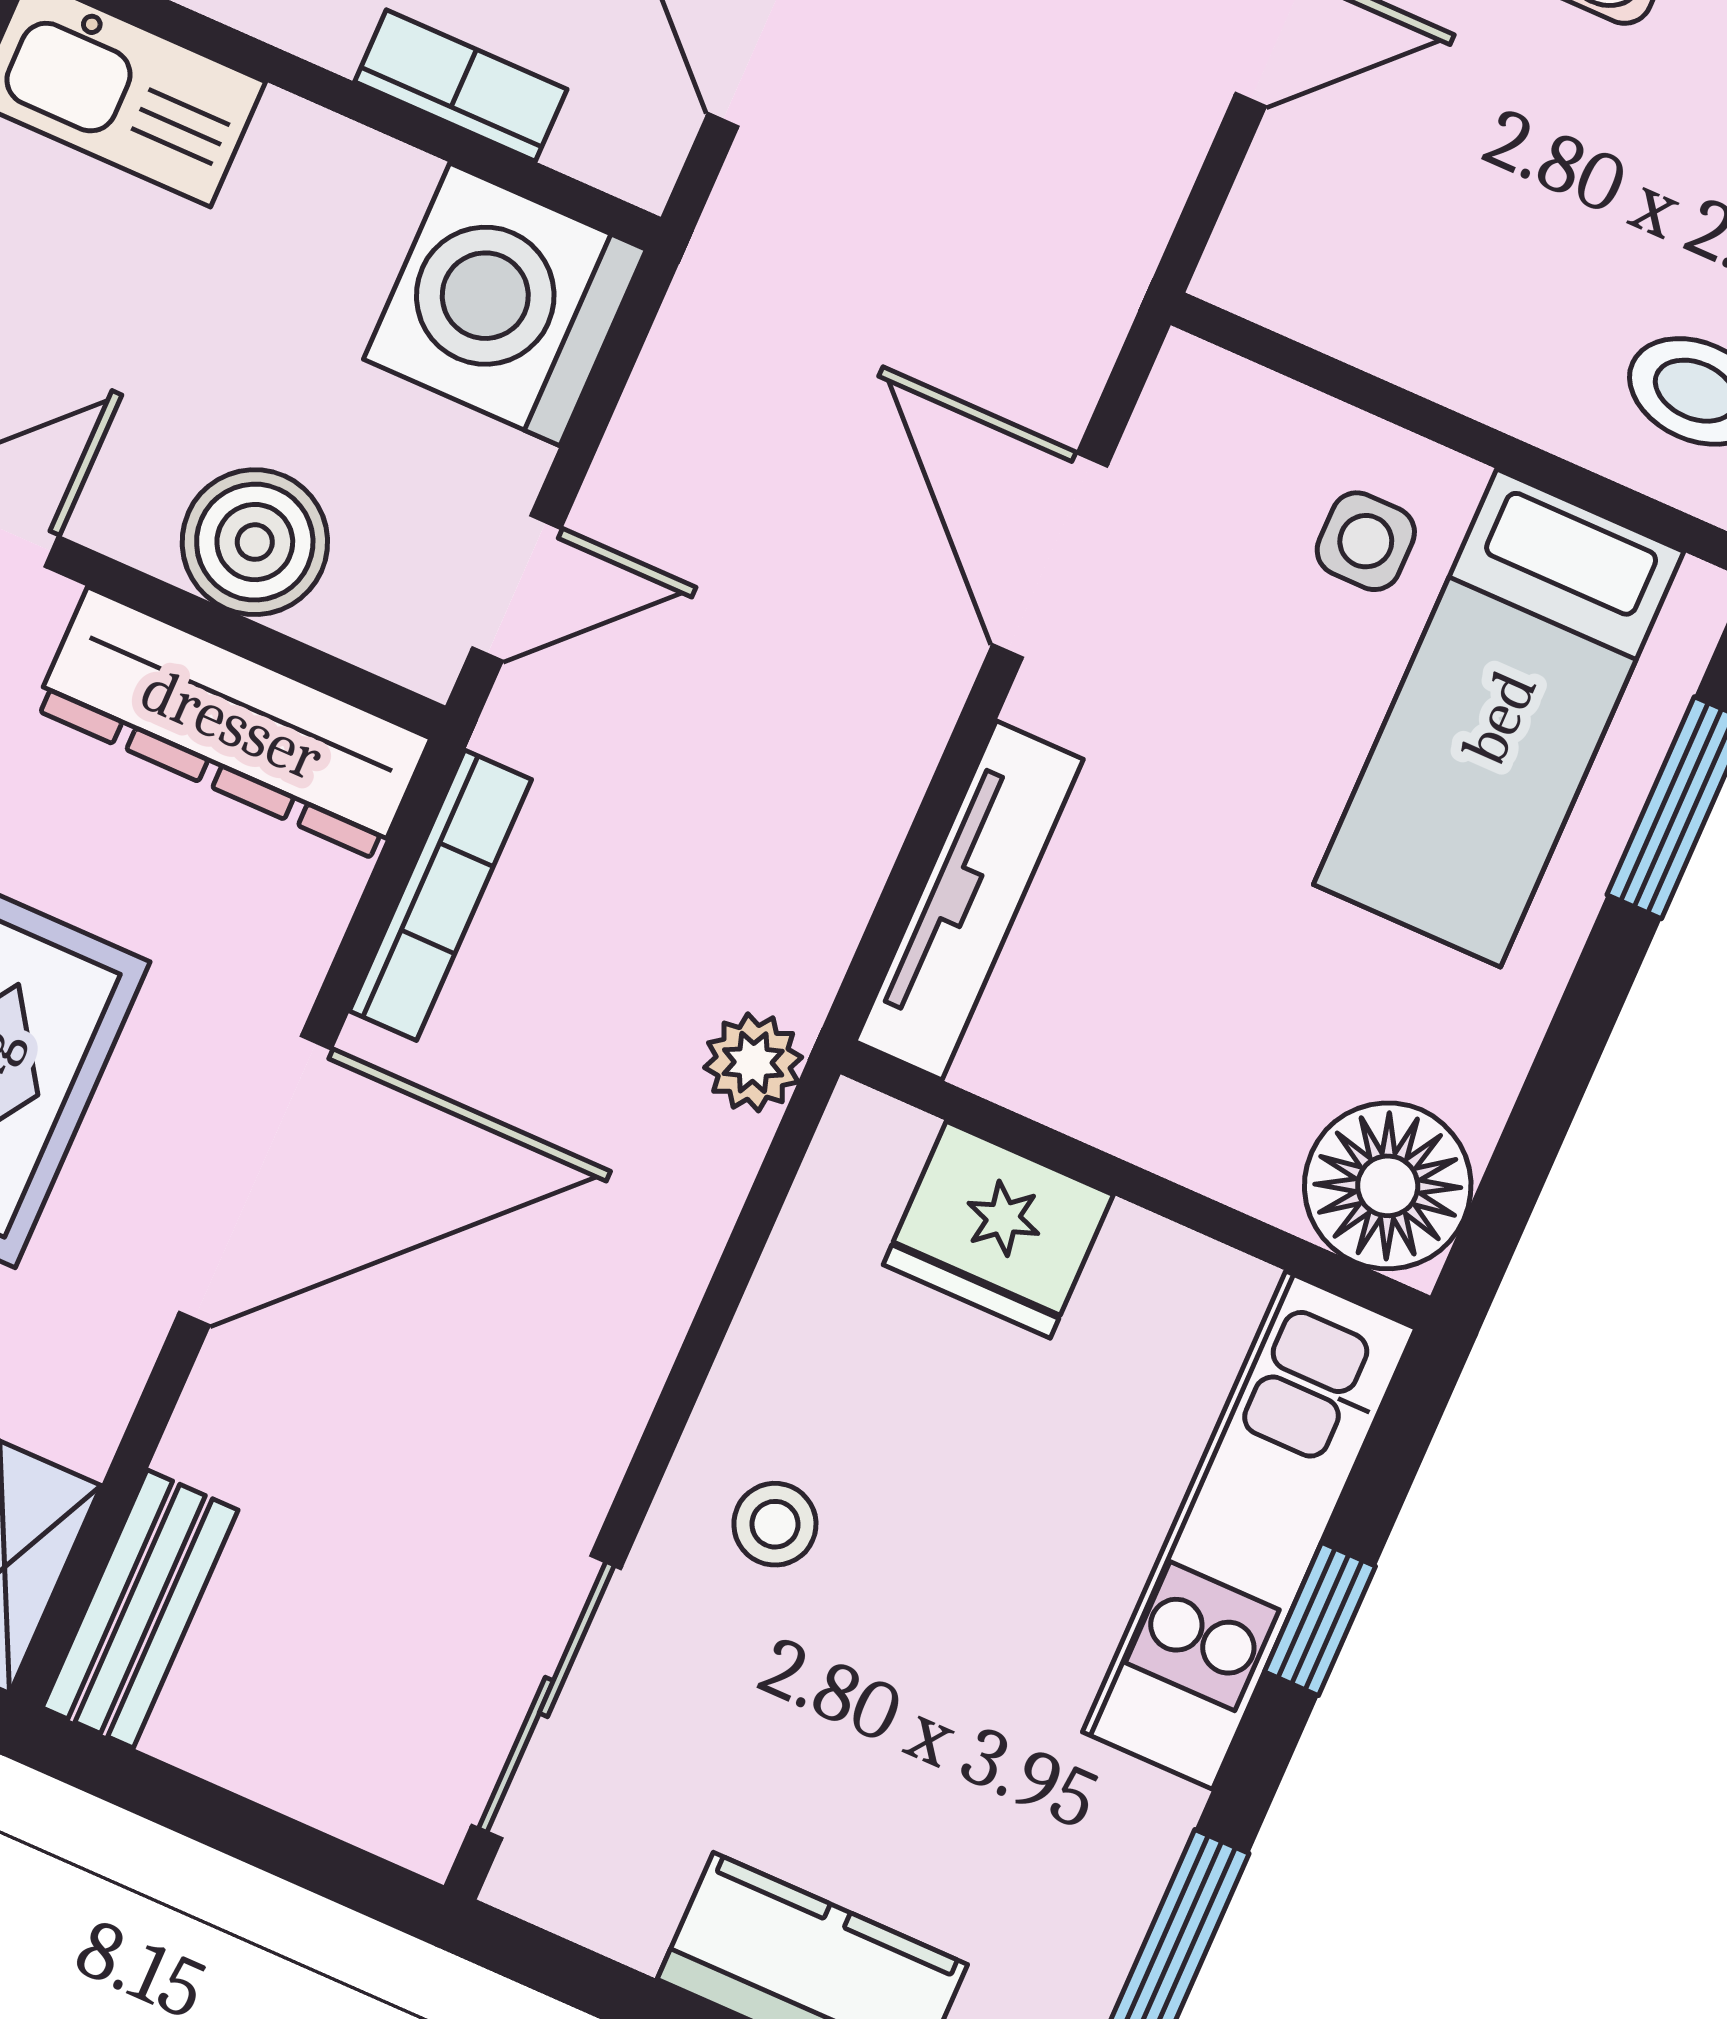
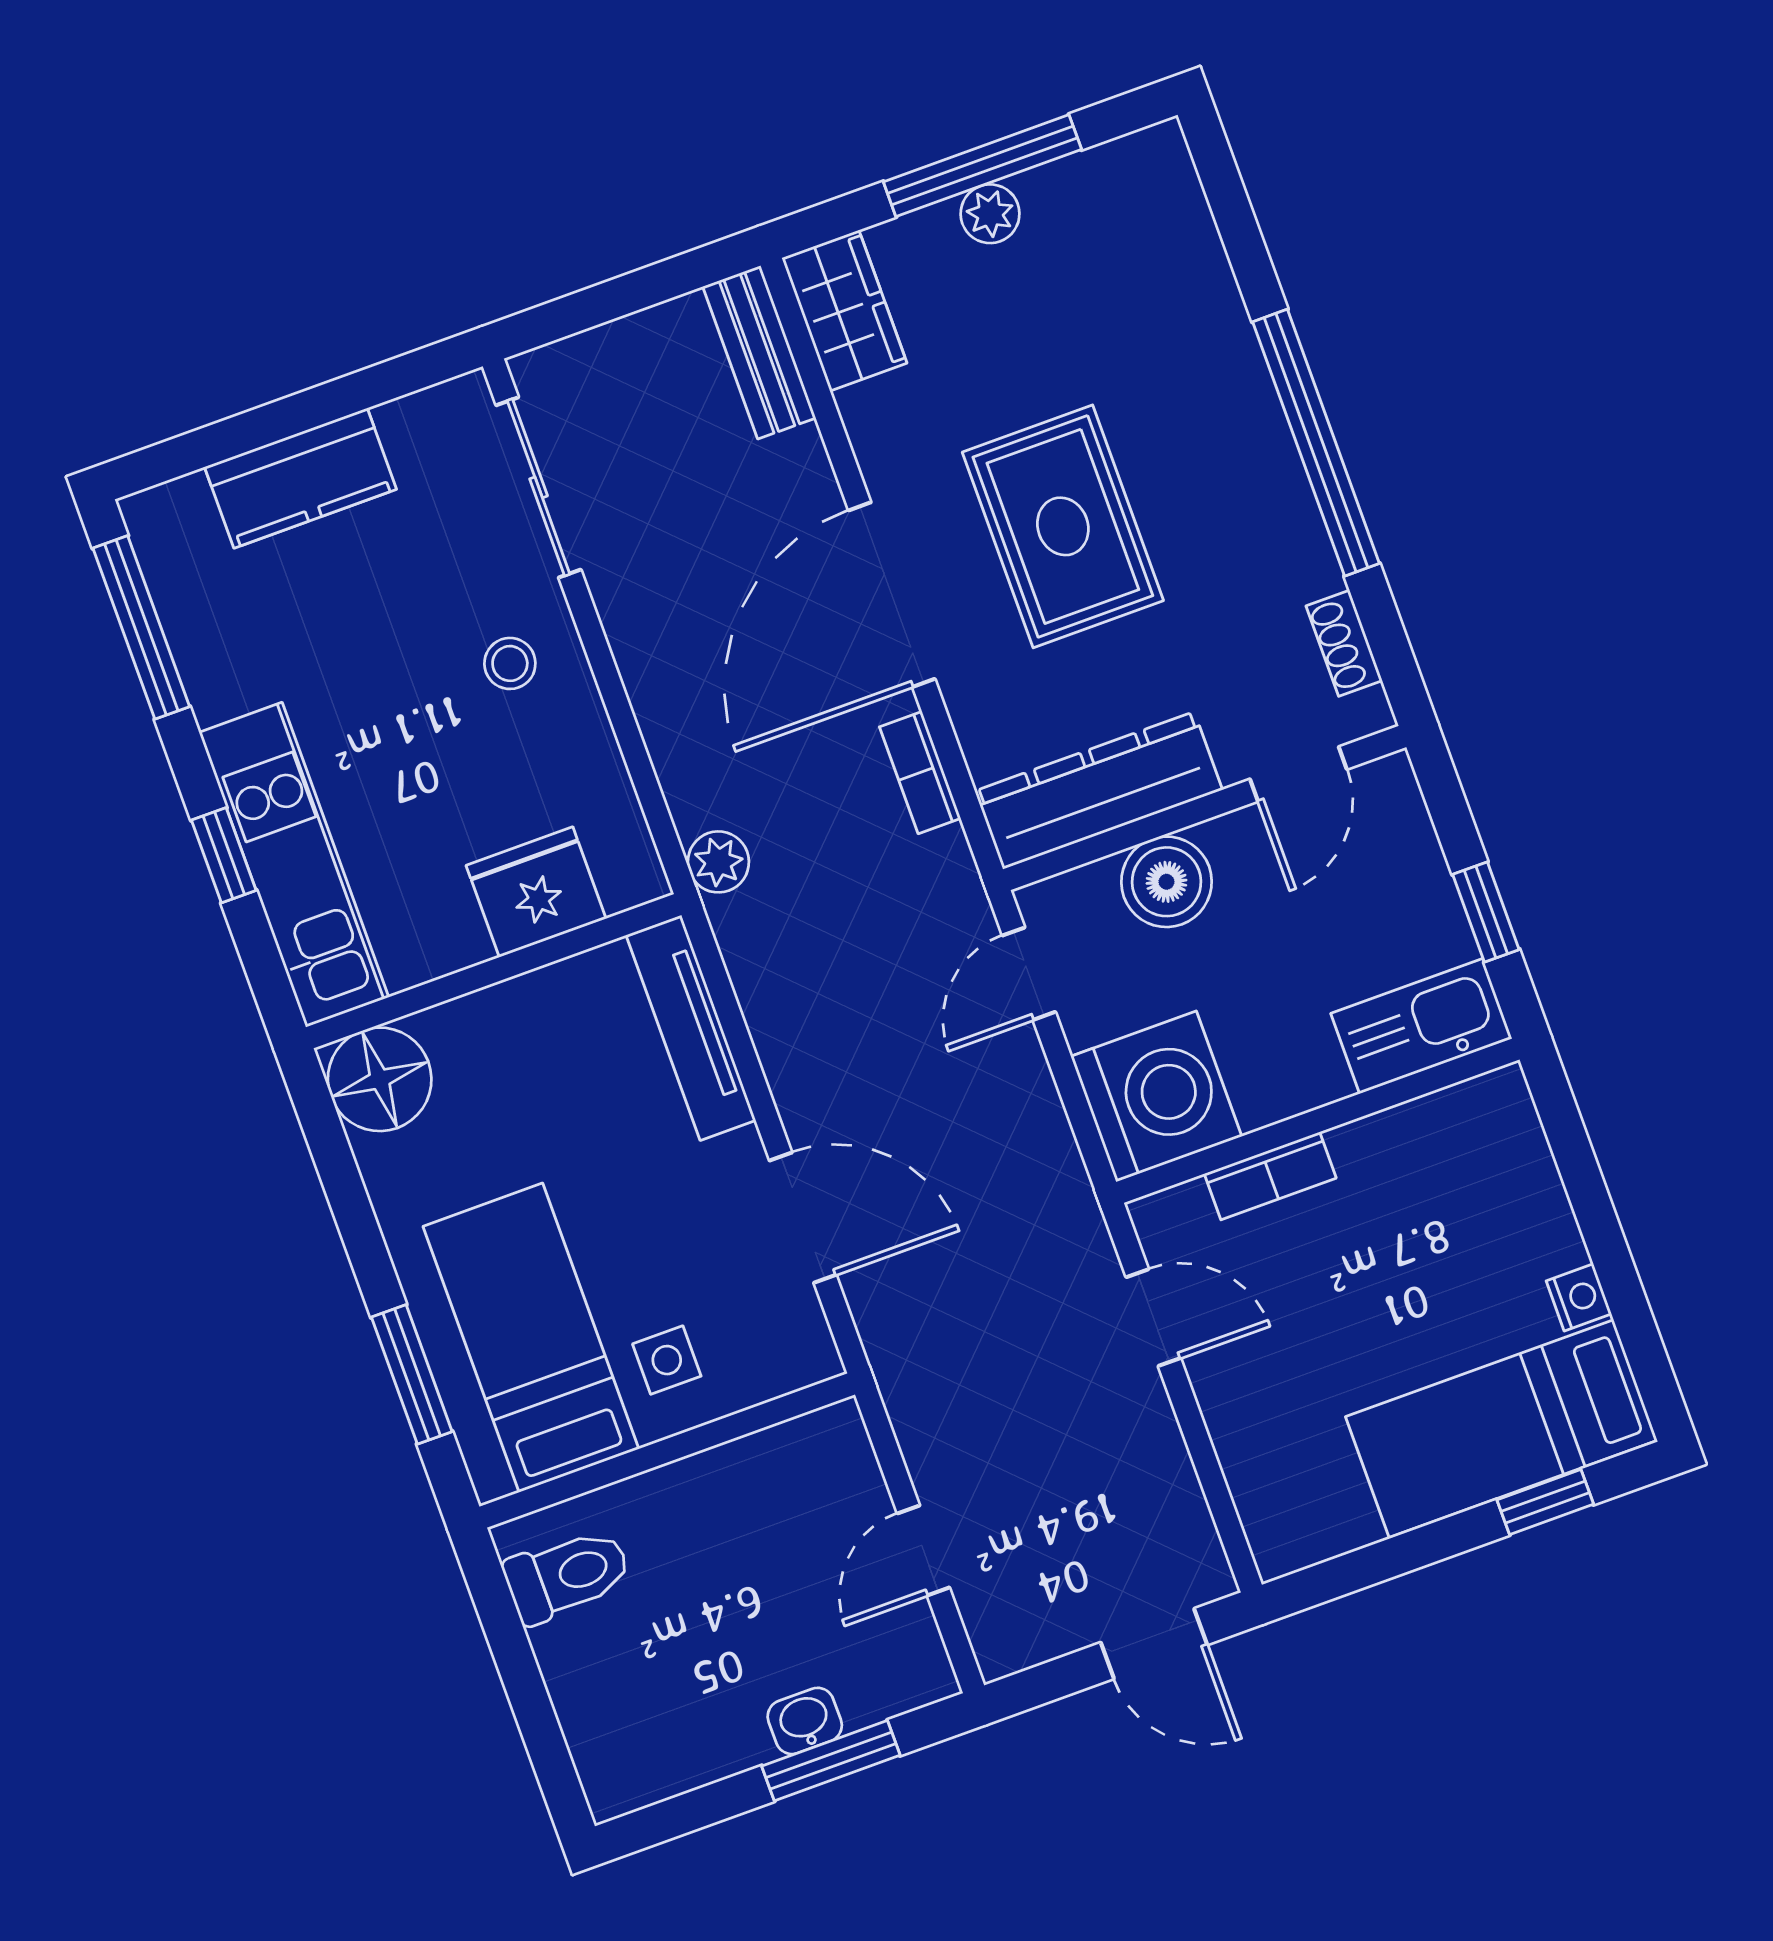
bookcase: (440, 895) -> (920, 773), width x0.64

